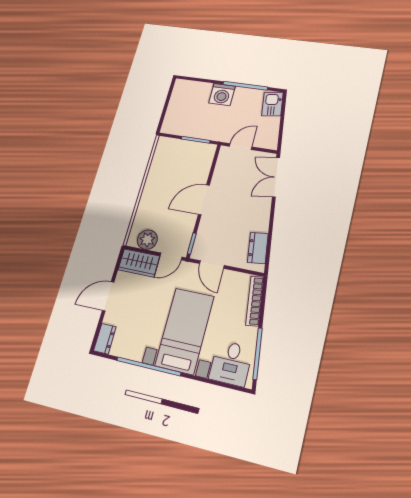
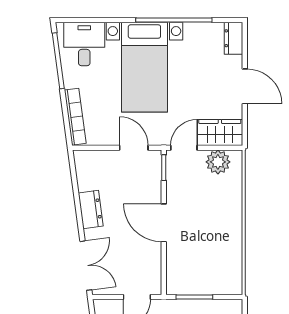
door: (204, 200) -> (164, 223), swing flipped
dresser: (258, 248) -> (91, 209), moved
door: (108, 296) -> (245, 86), hinge flipped

